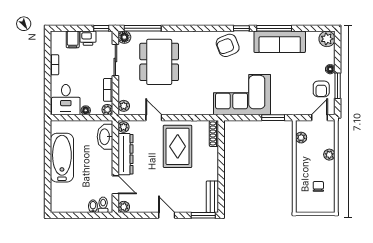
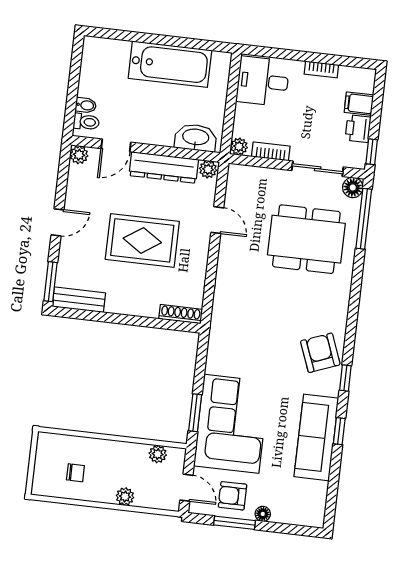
window: (274, 28) -> (339, 431), width x0.46
plant: (327, 39) -> (312, 514), removed
corner sofa: (242, 95) -> (231, 424), moved
plant: (124, 106) -> (242, 174), removed
floor lamp: (86, 110) -> (242, 111), removed
door: (154, 118) -> (217, 220), hinge flipped
rug: (178, 146) -> (142, 240), moved

